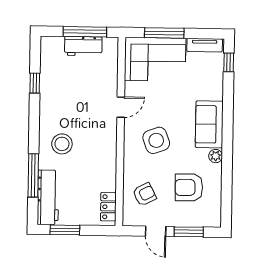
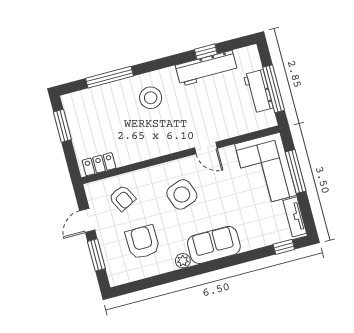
workbench: (48, 197) -> (206, 68), moved

